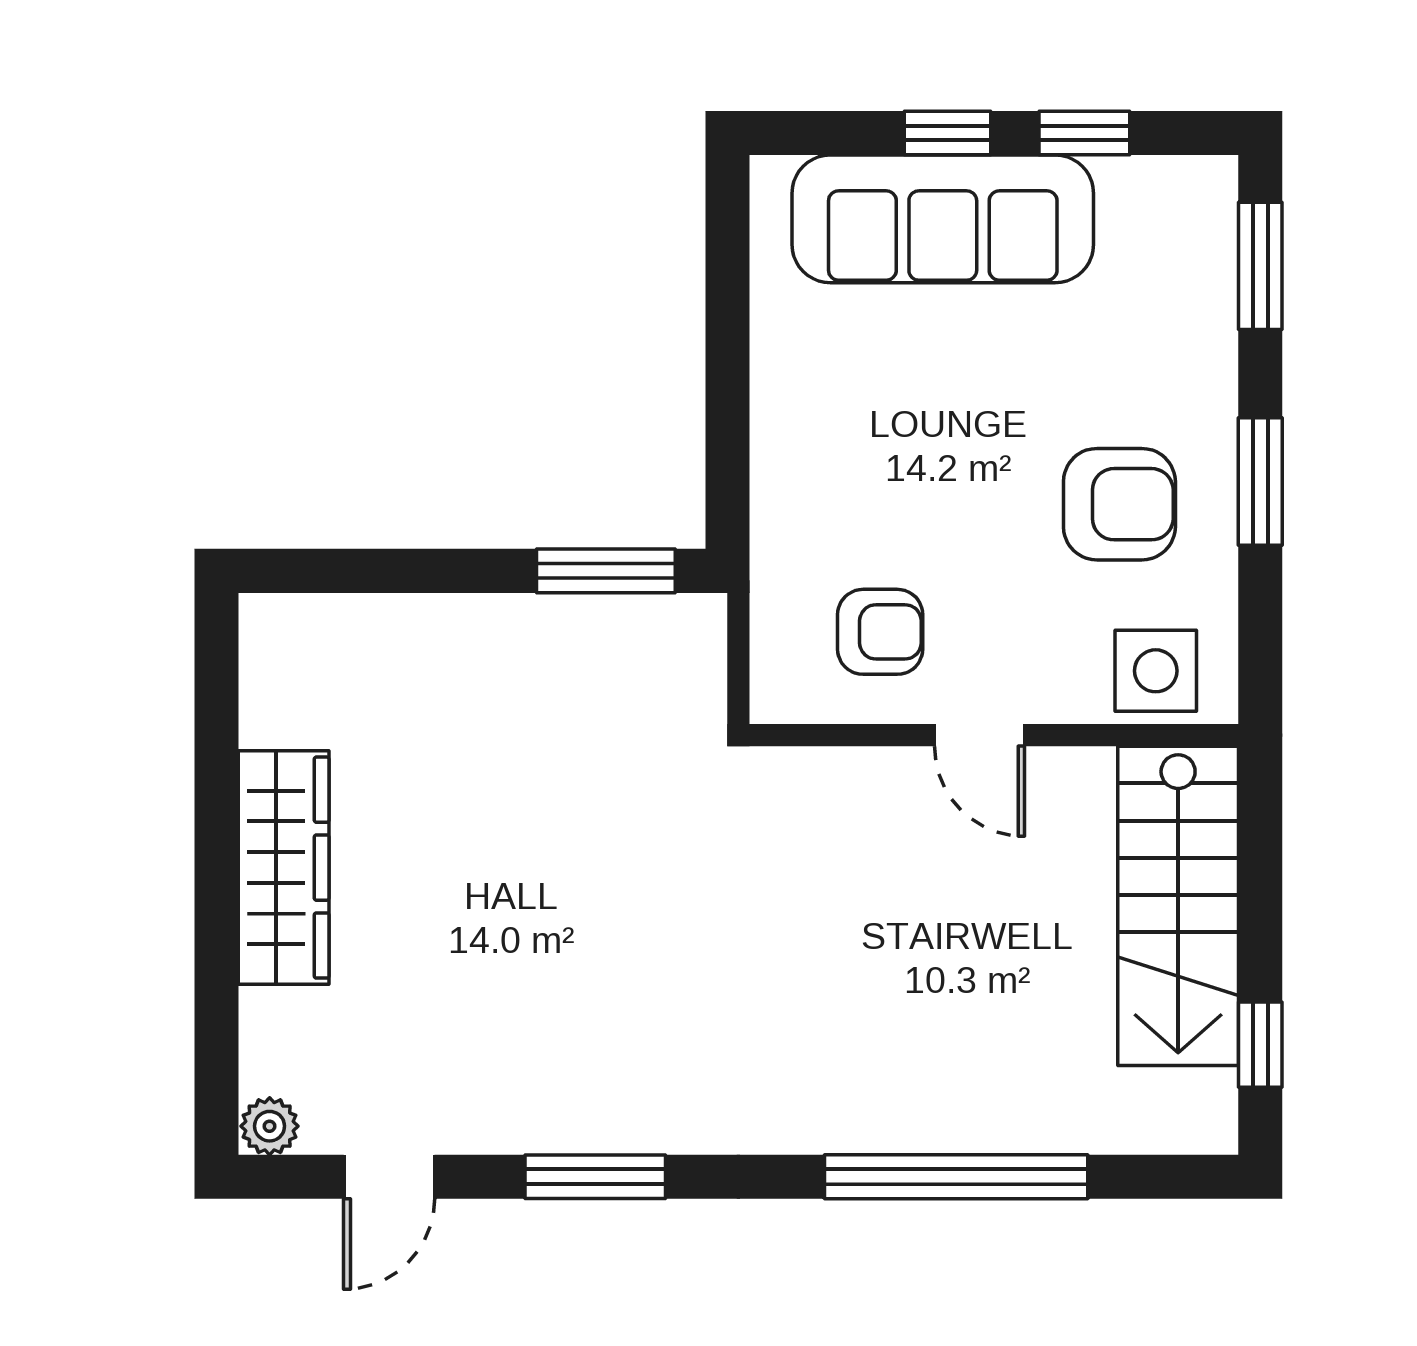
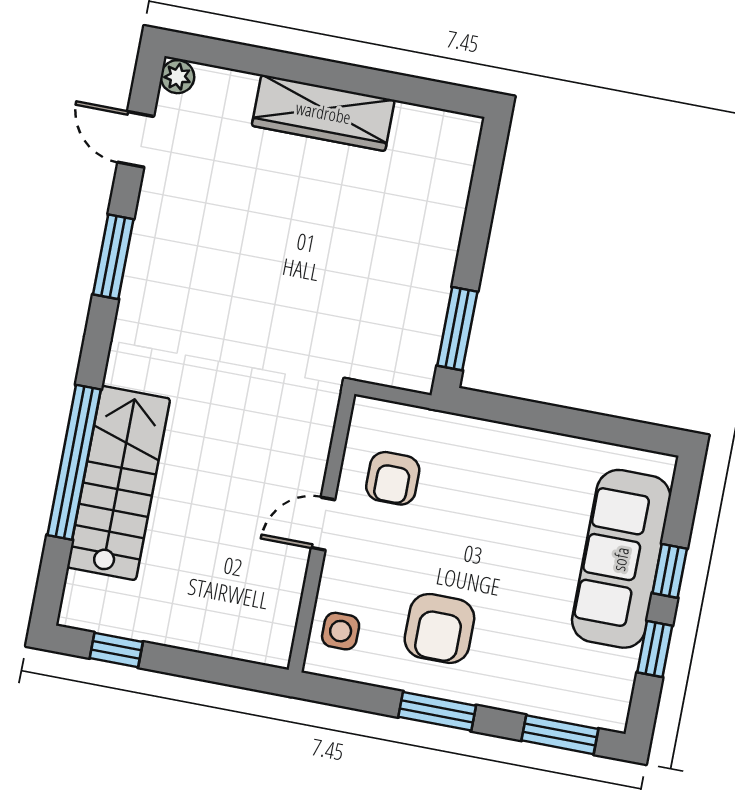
side table: (1156, 671) -> (341, 631), width x0.73, depth x0.73
stairs: (1178, 906) -> (119, 483), moved, turned 90

